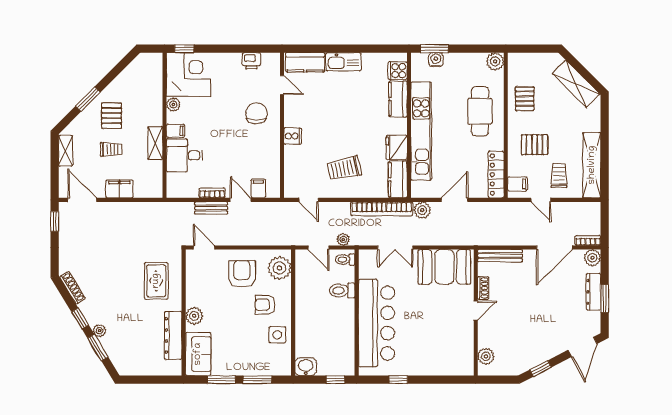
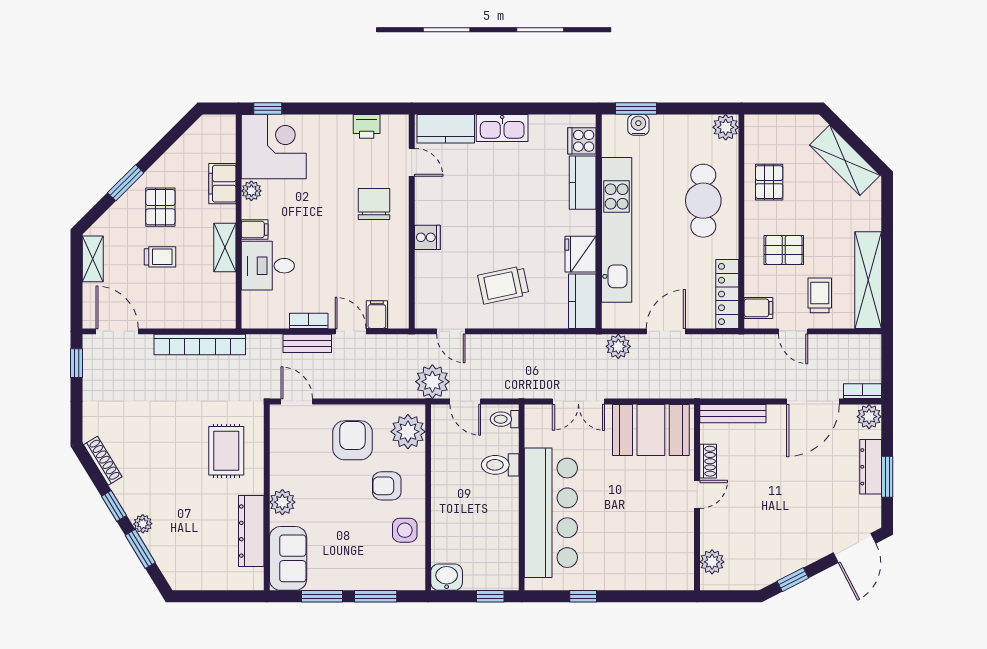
filing cabinet: (119, 189) -> (222, 184), moved, turned -90
bookcase: (382, 209) -> (200, 344), moved
plant: (343, 239) -> (432, 382), moved, width x1.87, depth x1.87

